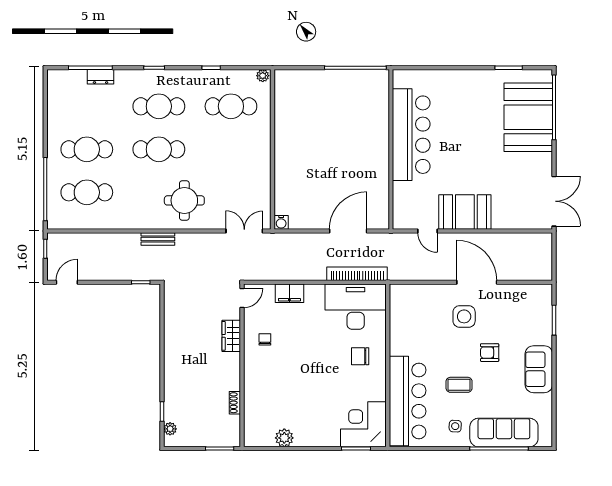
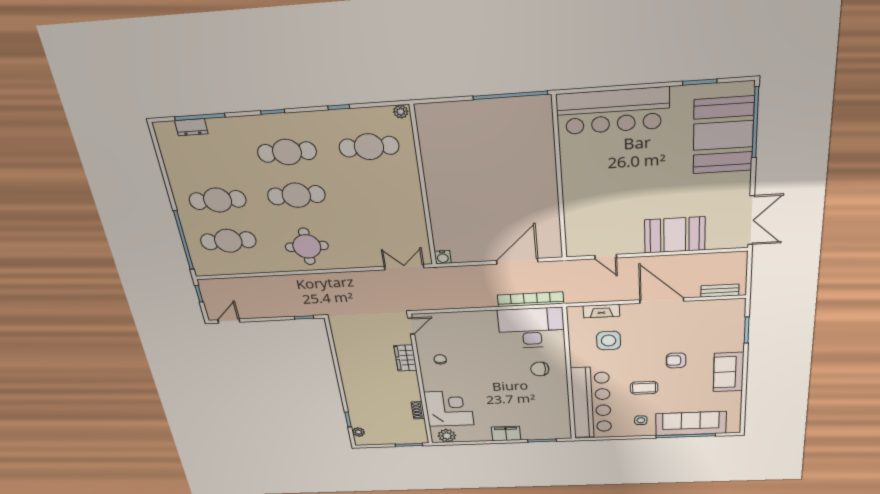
dresser: (101, 77) -> (191, 127), moved
bar counter: (411, 135) -> (613, 111), moved, turned 90
round table: (184, 200) -> (307, 246), moved
booth: (465, 212) -> (675, 235), moved
bench: (158, 239) -> (720, 291), moved
fireplace: (422, 291) -> (601, 311), added
filing cabinet: (289, 293) -> (506, 433), moved, turned 180
side table: (464, 316) -> (609, 341), moved
corner desk: (363, 424) -> (449, 408), moved, turned 90
plant: (284, 438) -> (447, 436), moved

